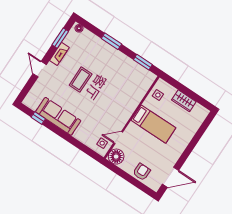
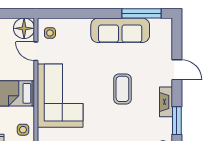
corner sofa: (121, 101) -> (60, 96), added
window: (38, 118) -> (141, 13), width x2.17
door: (118, 138) -> (36, 51), swing flipped

